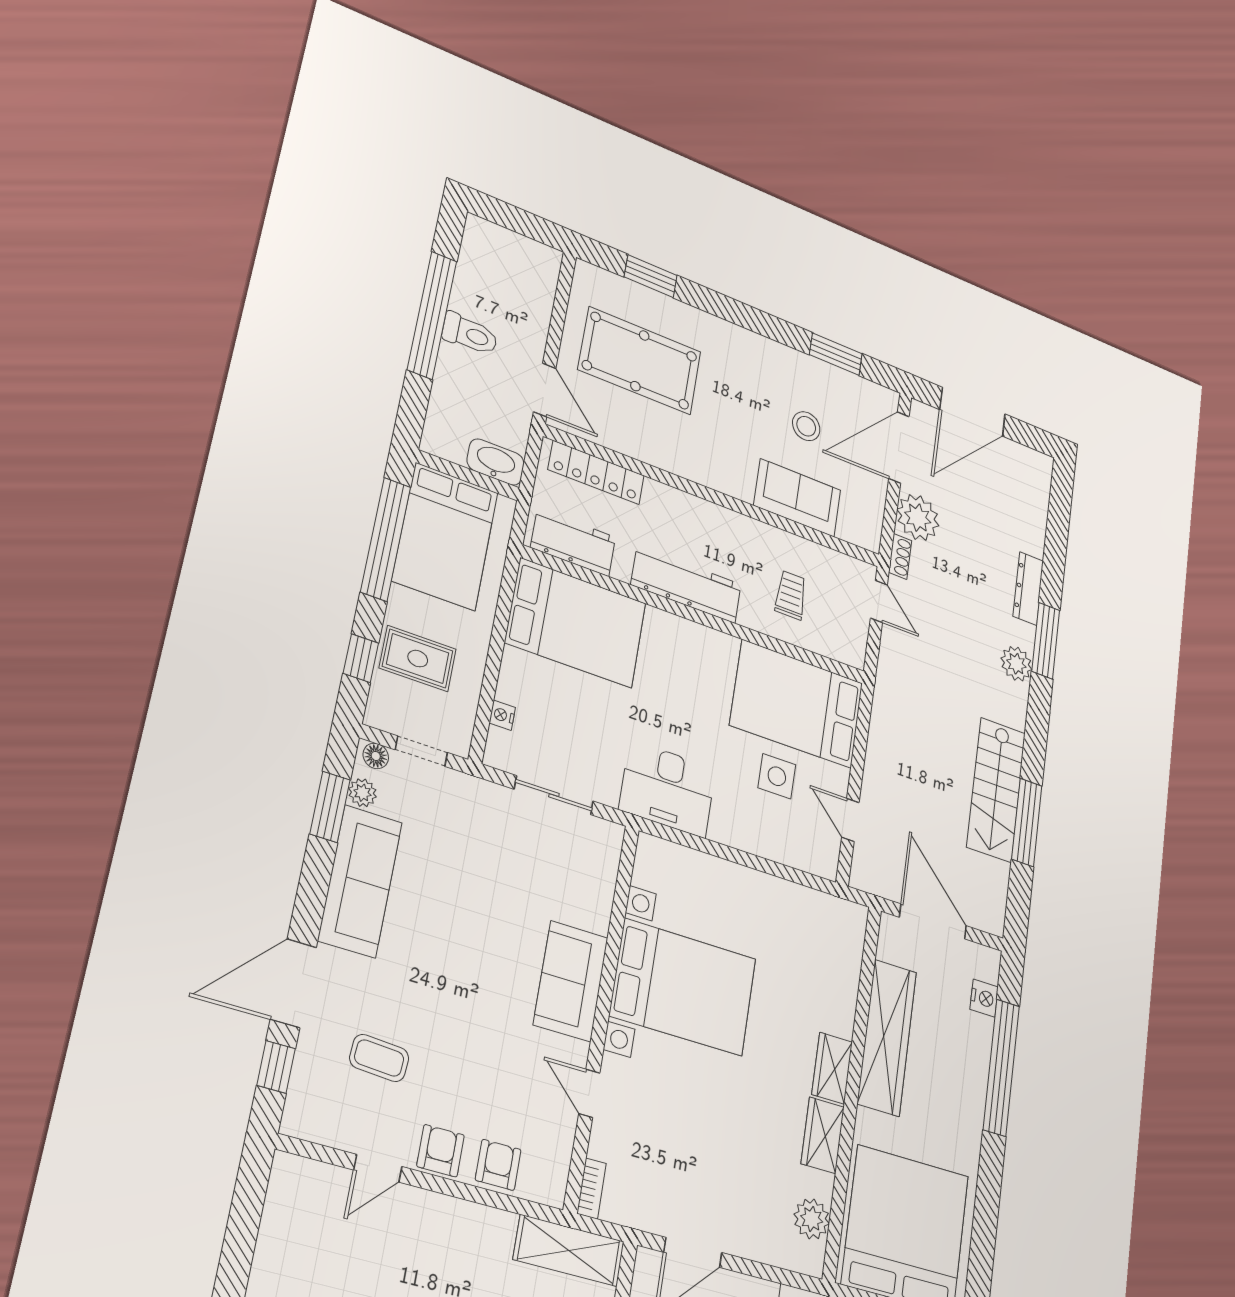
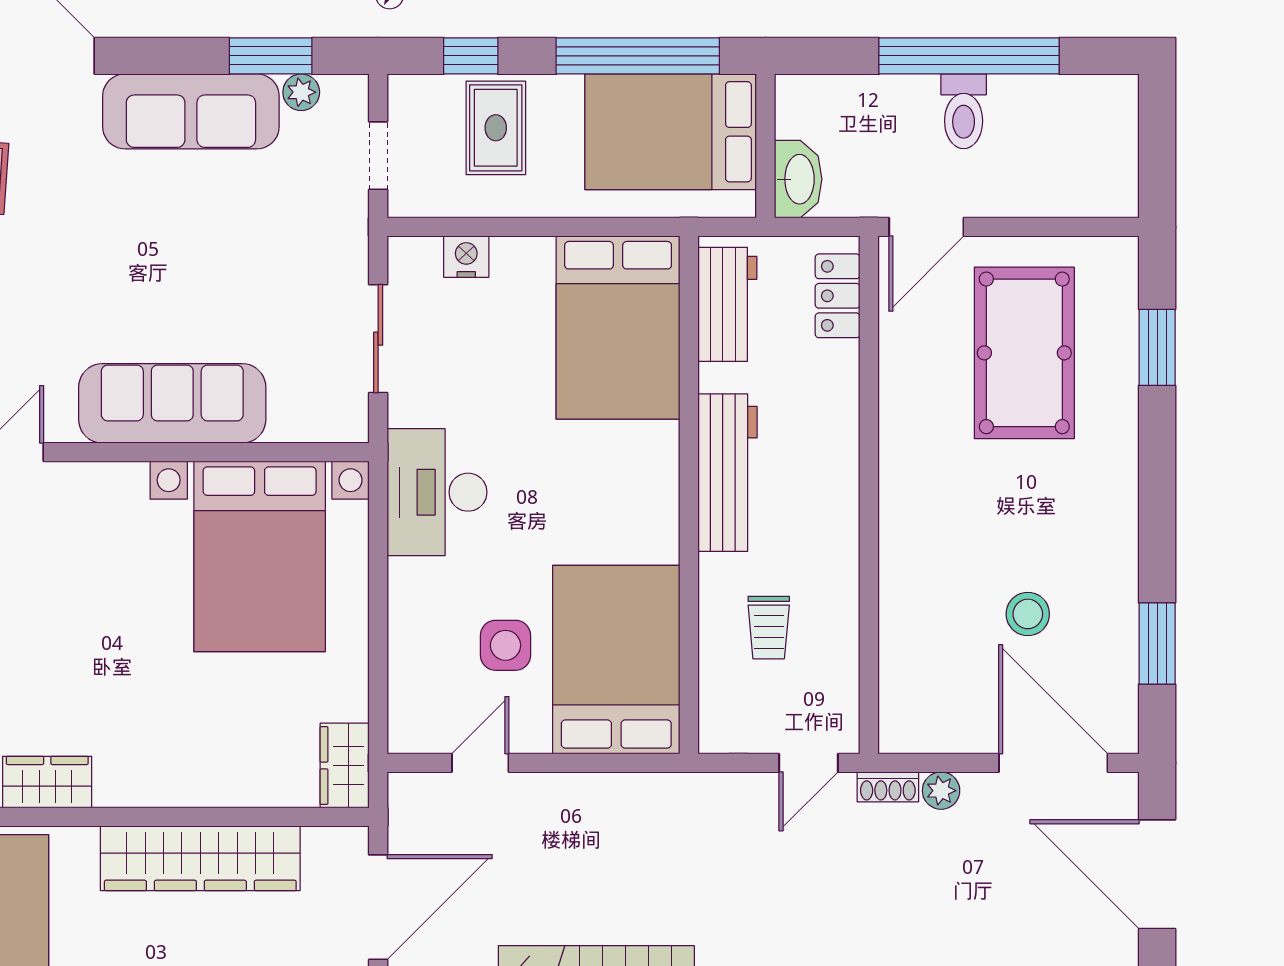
locker: (596, 473) -> (838, 296), width x0.66
sofa: (797, 498) -> (915, 616), removed
plant: (918, 518) -> (941, 791), width x0.53, depth x0.53
trolley: (791, 595) -> (769, 628), turned 90
nightstand: (502, 715) -> (466, 257), width x1.39, depth x1.35
floor lamp: (376, 756) -> (353, 99), removed
sofa: (571, 981) -> (172, 403), width x1.36
bed with nightstands: (683, 987) -> (260, 556), moved
wardrobe: (832, 1068) -> (345, 766), moved, turned -90

